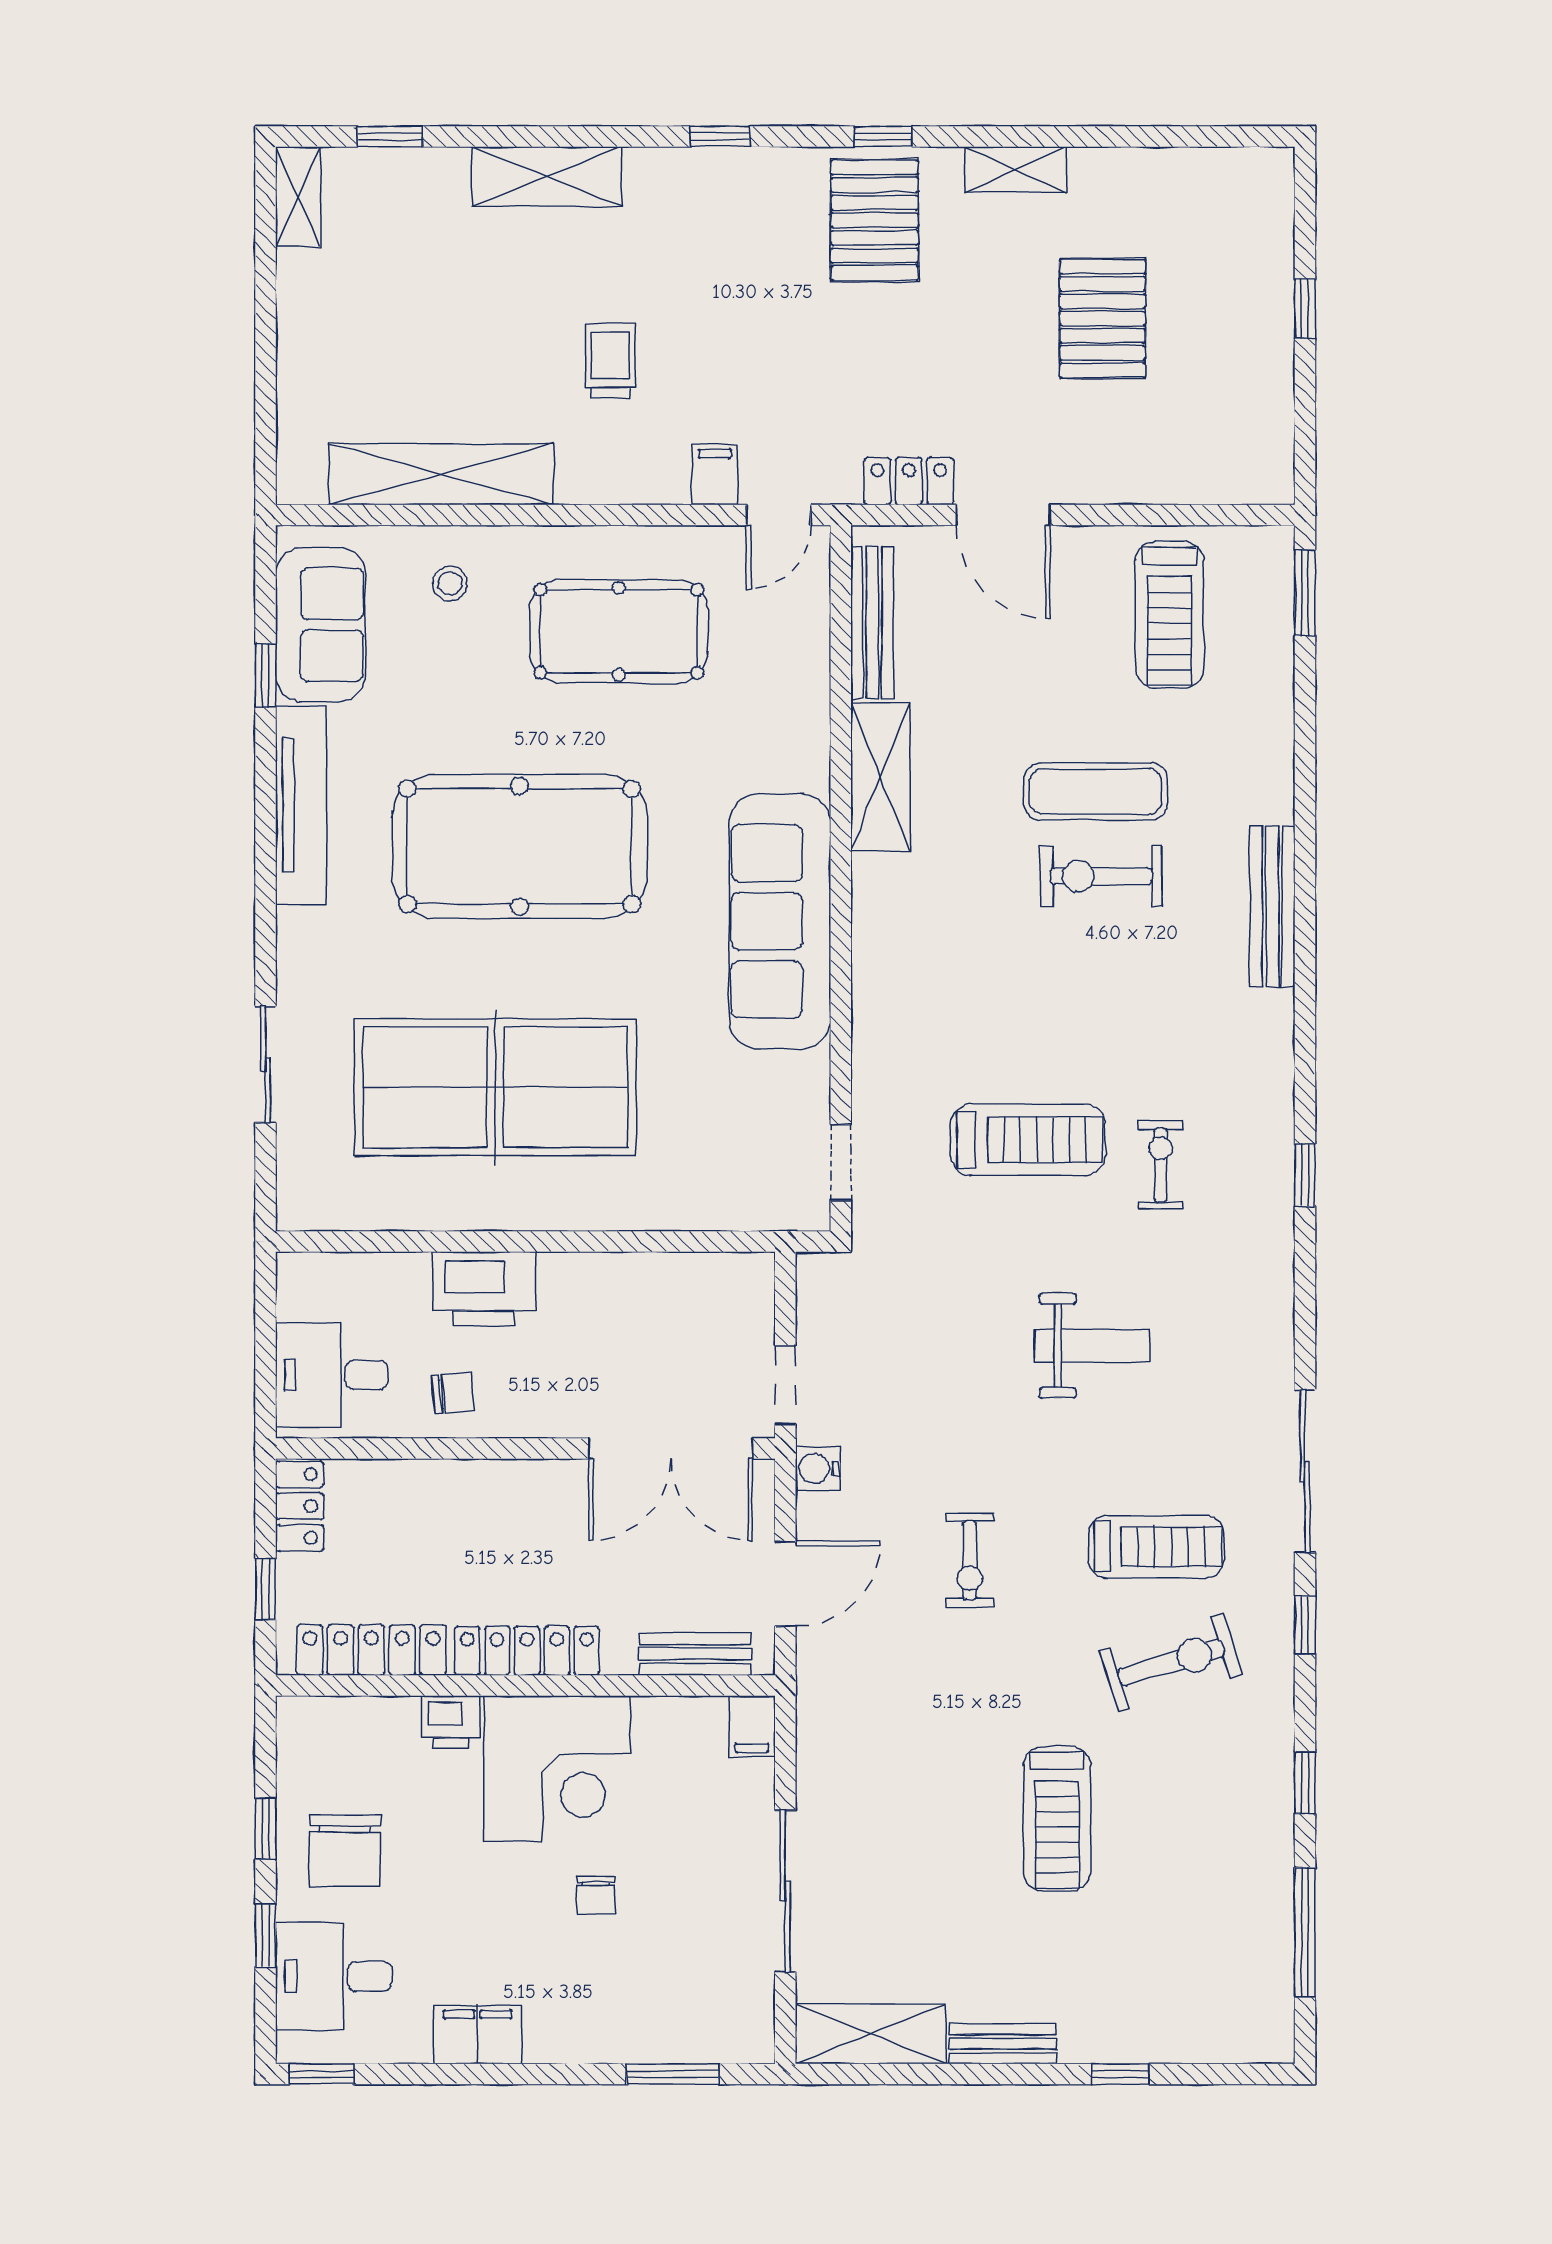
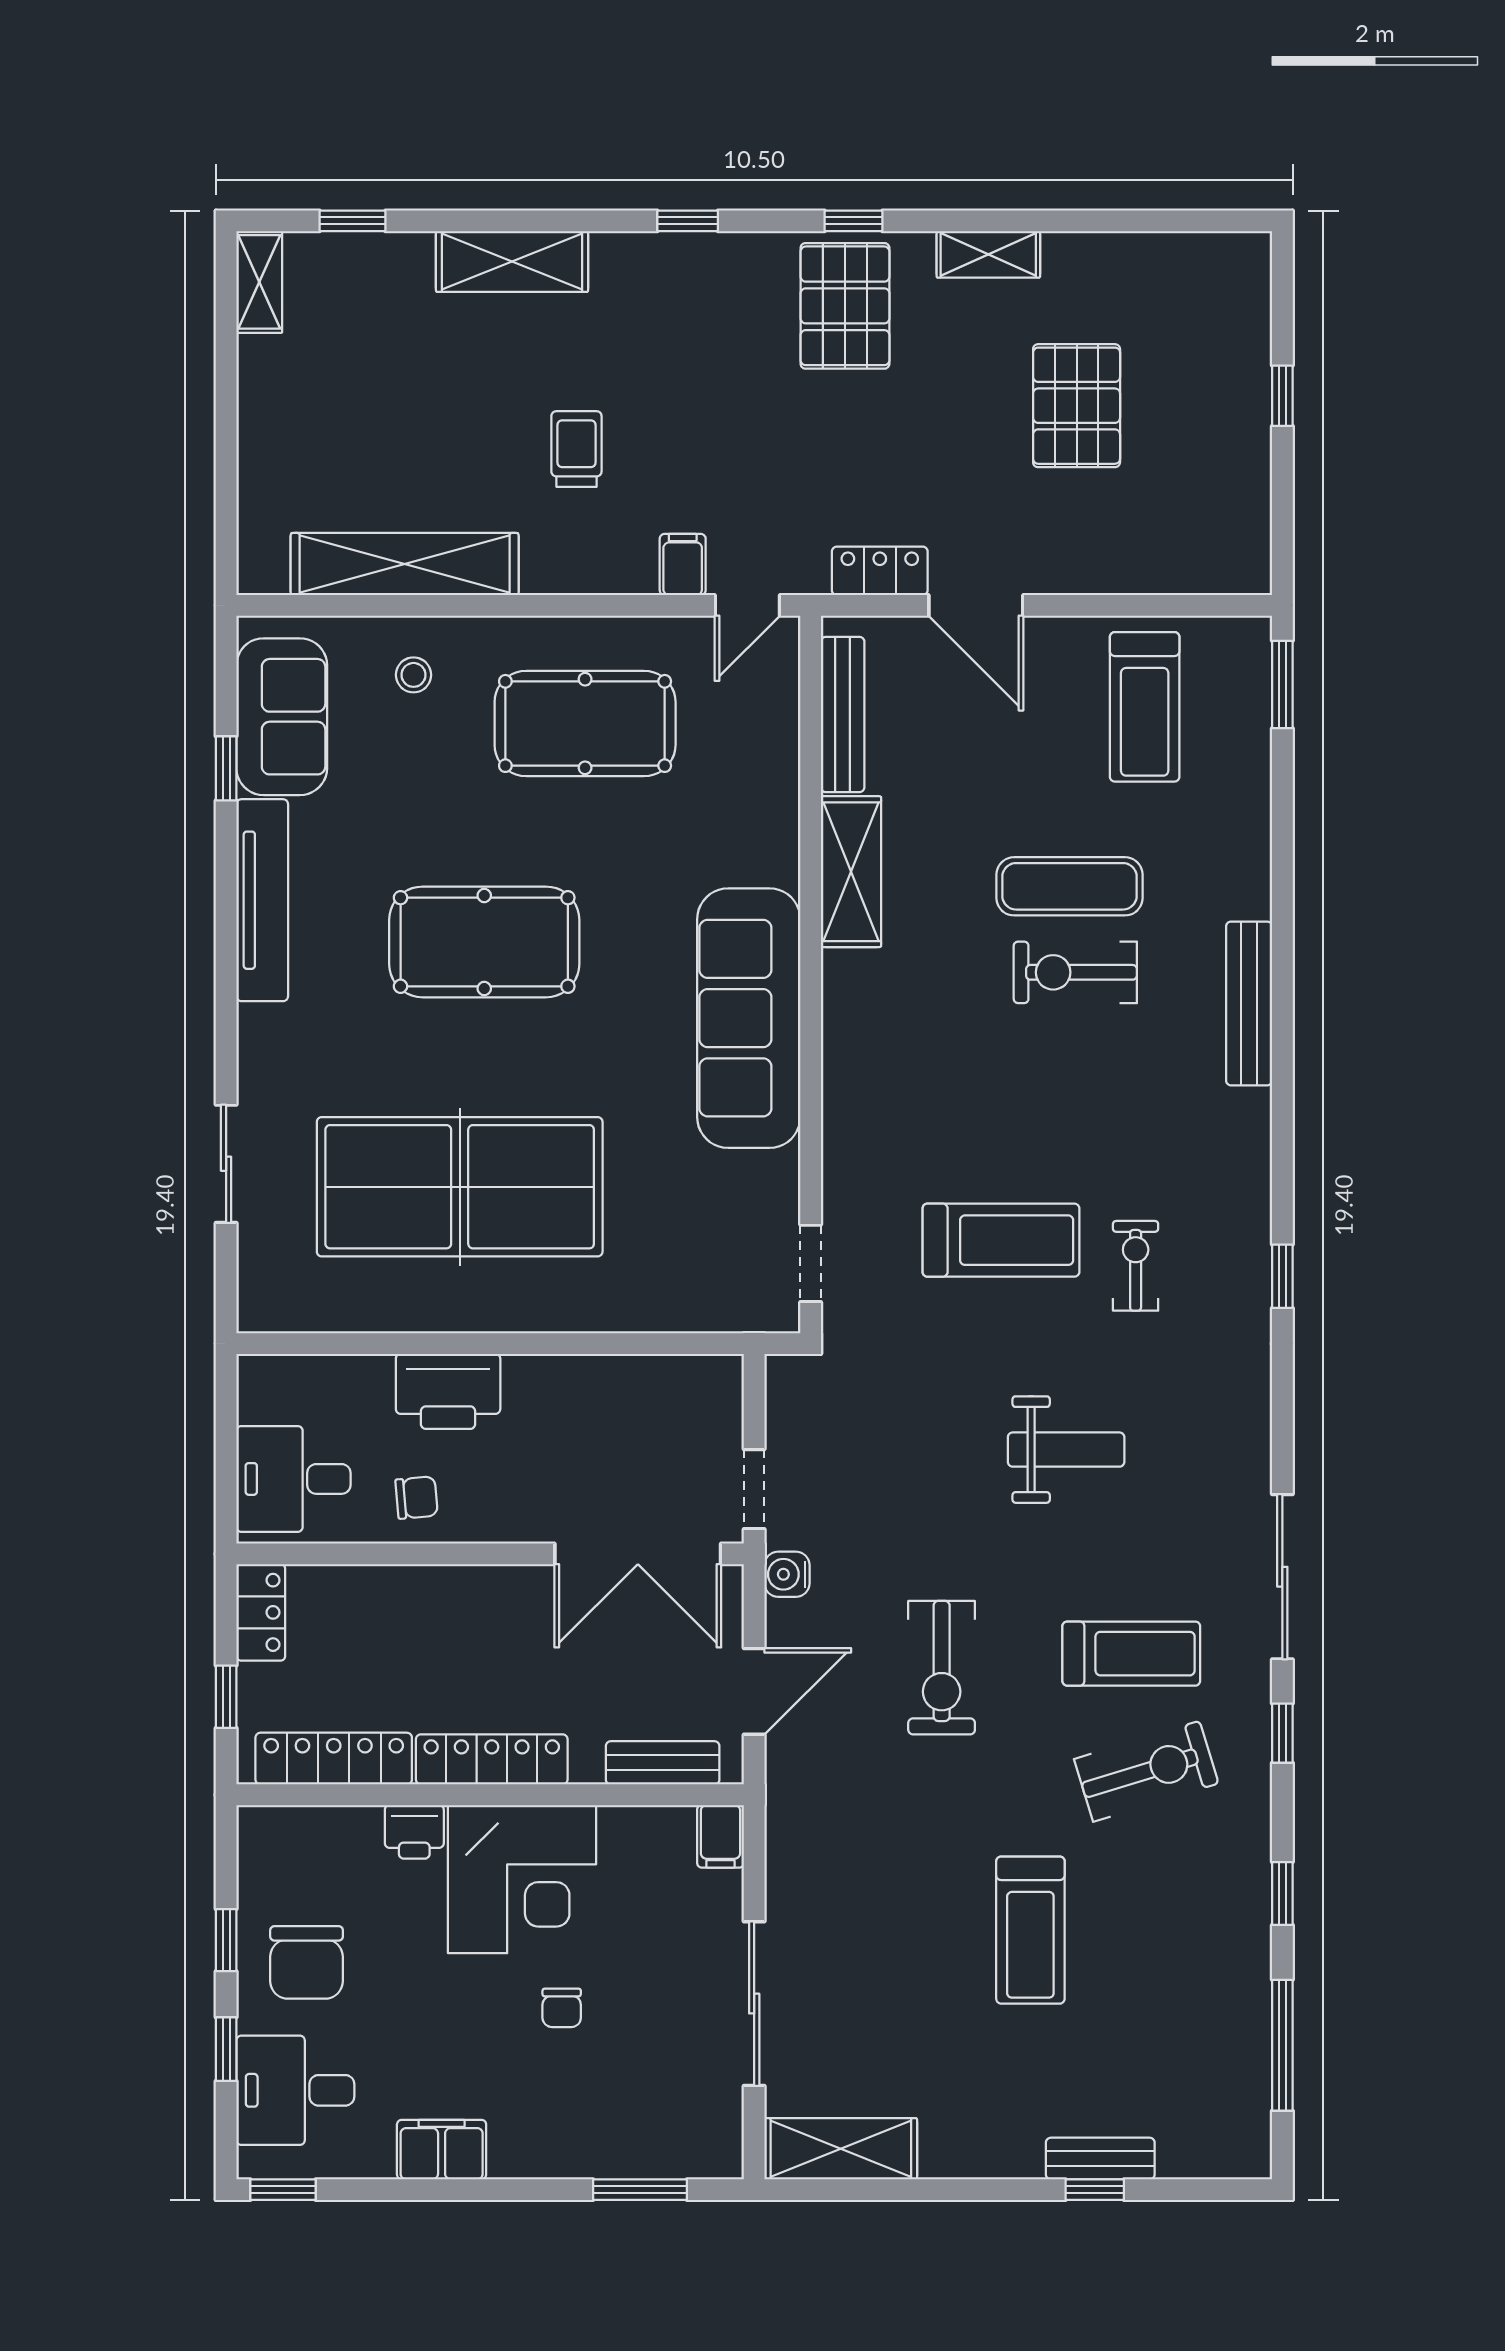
pool table: (520, 846) -> (484, 942), width x0.73, depth x0.76
exercise bike: (970, 1560) -> (942, 1668), width x1.38, depth x1.39
bench: (1003, 2044) -> (1100, 2159), moved

